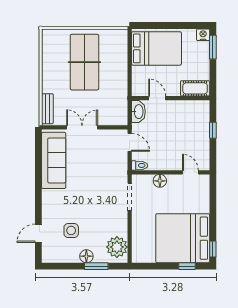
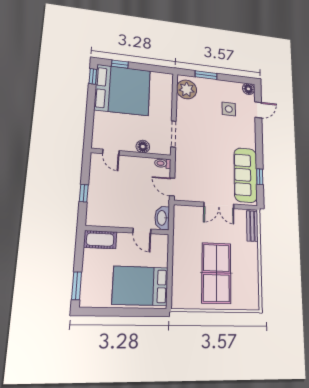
nightstand: (203, 35) -> (87, 300), removed
window: (38, 160) -> (260, 177), added
floor lamp: (86, 256) -> (248, 89), moved

